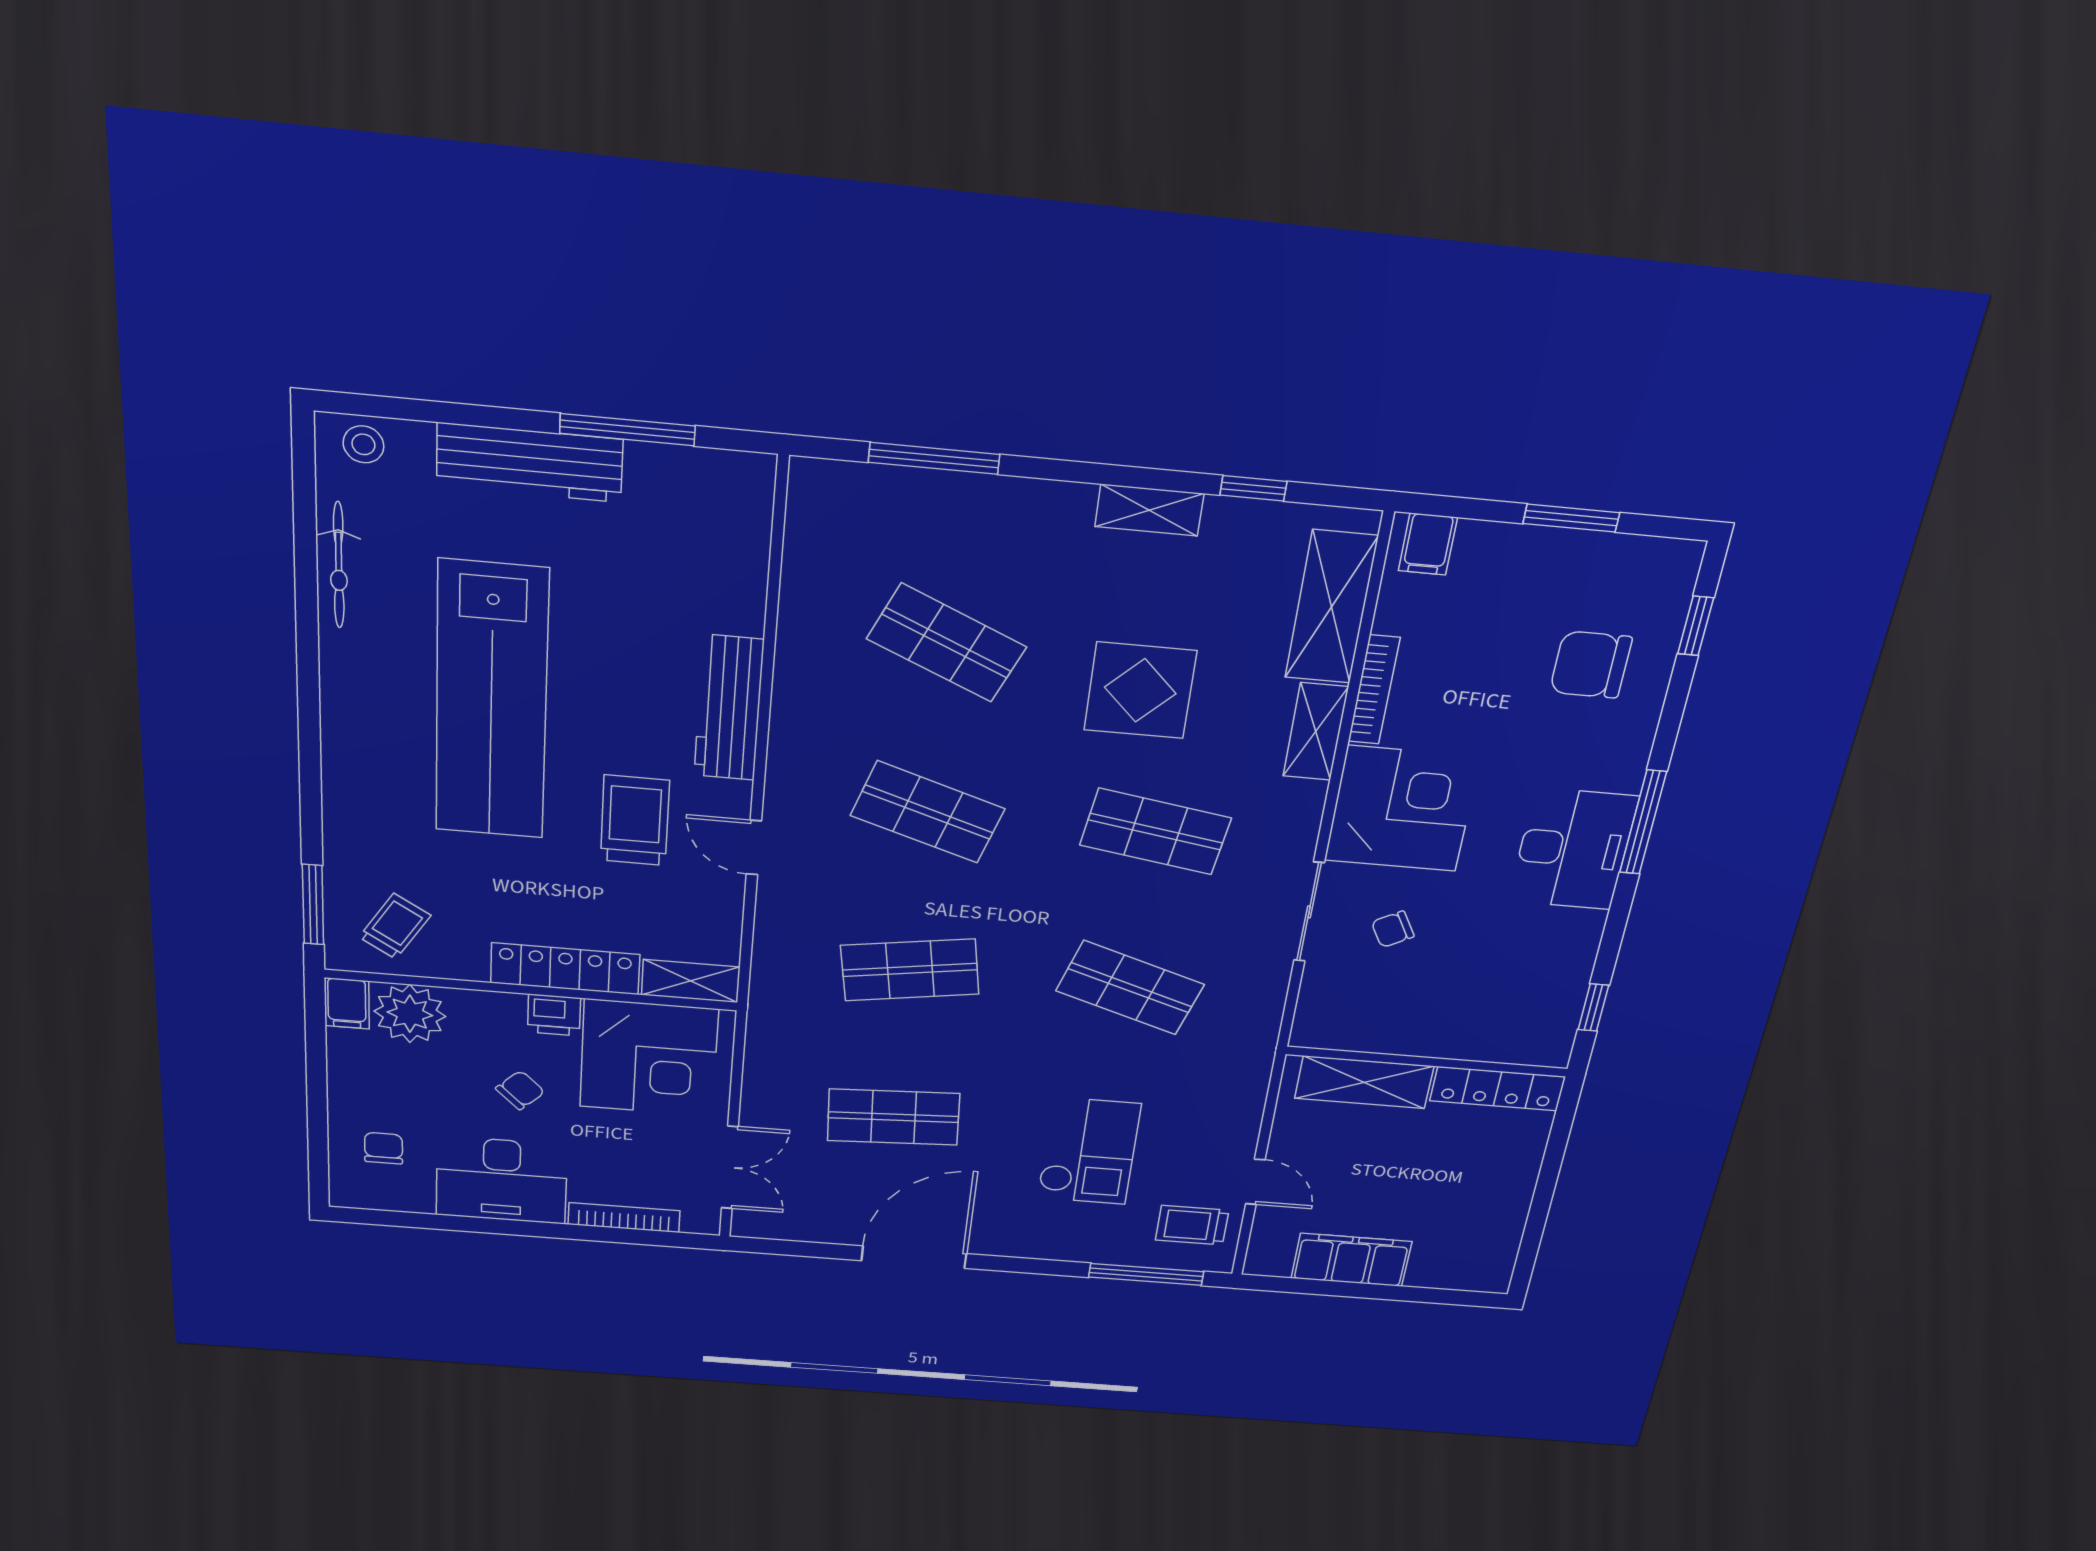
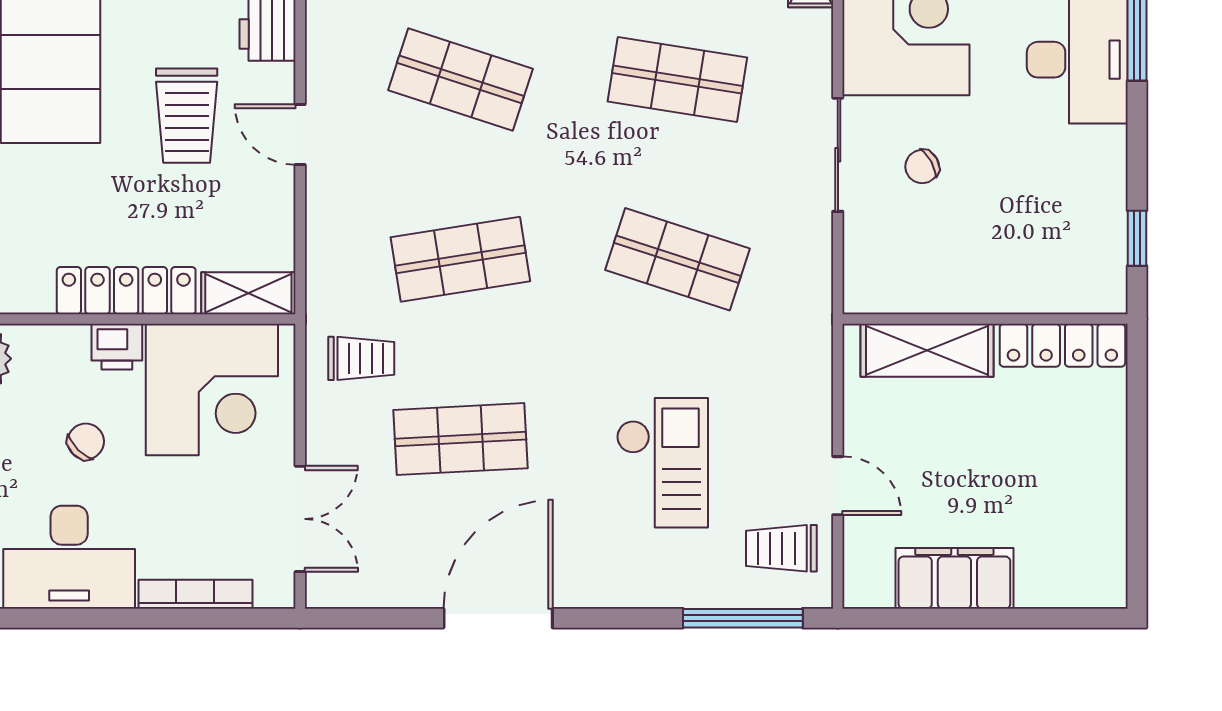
trolley: (635, 820) -> (187, 116), turned 180
trolley: (801, 1044) -> (361, 358), added

